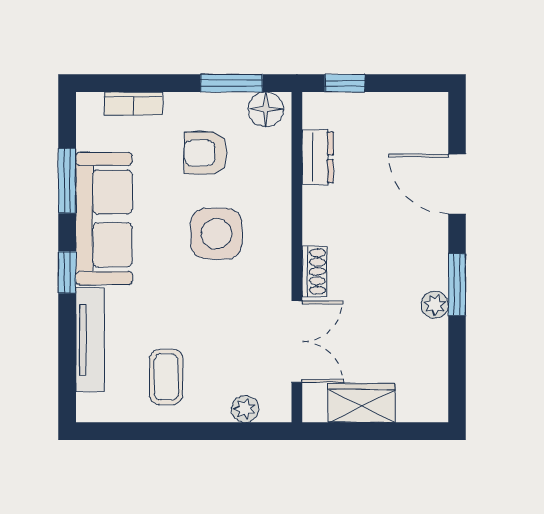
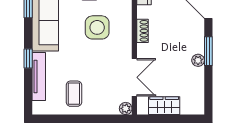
window: (67, 272) -> (28, 59), moved
shoe rack: (314, 272) -> (142, 31), moved
plant: (245, 409) -> (126, 108), moved

